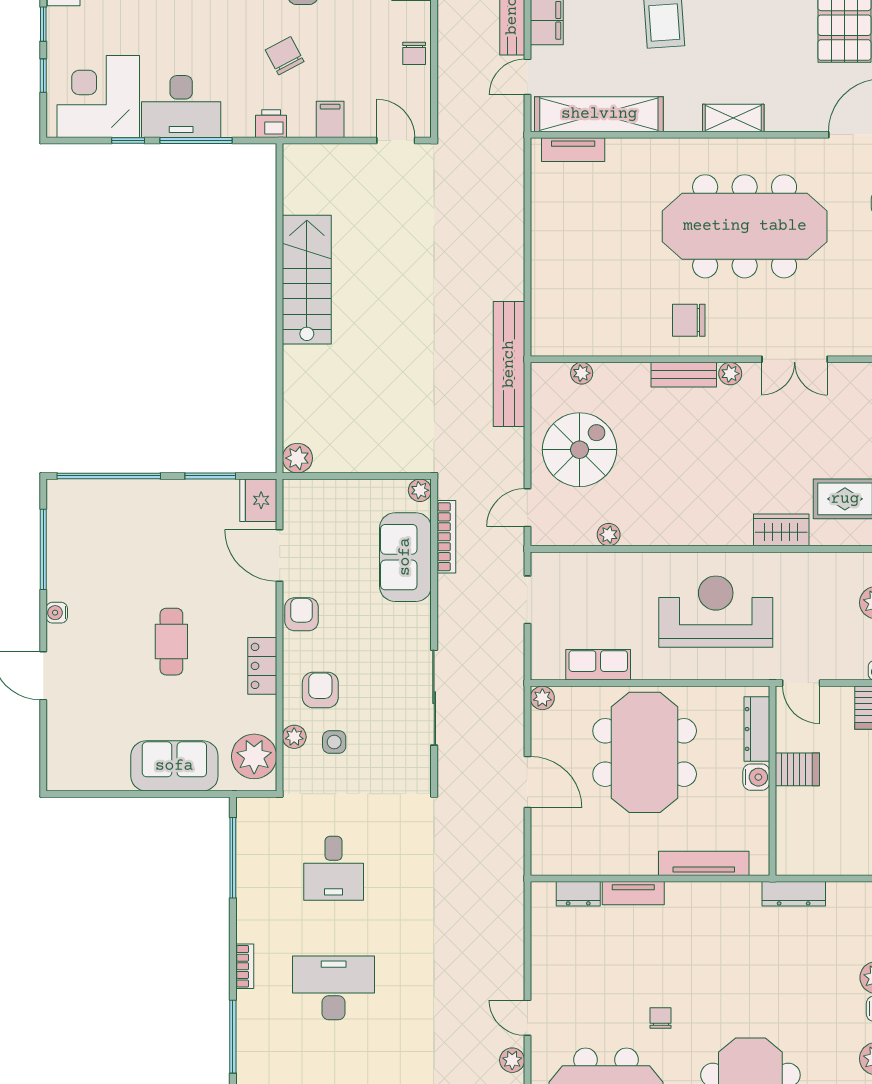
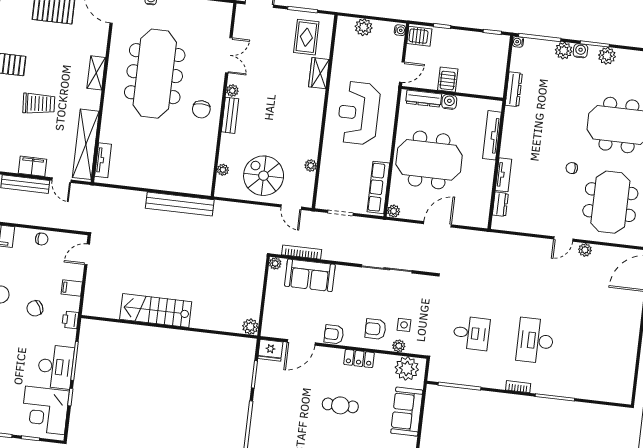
bench: (509, 364) -> (180, 204), moved
row of seats: (598, 665) -> (378, 187), width x1.48

